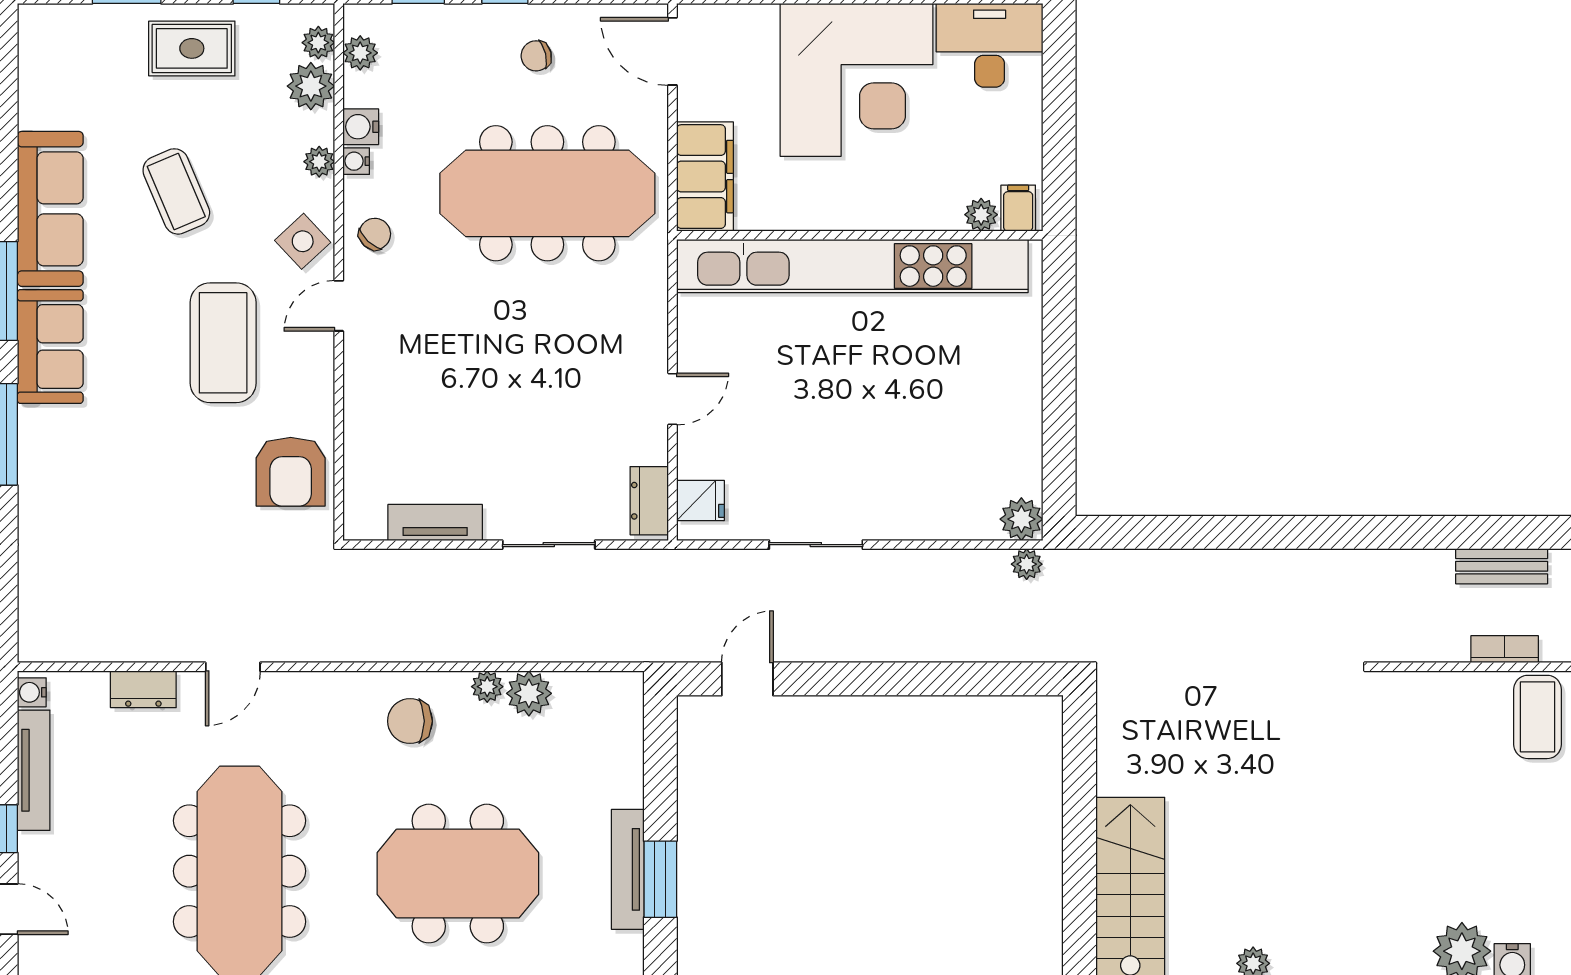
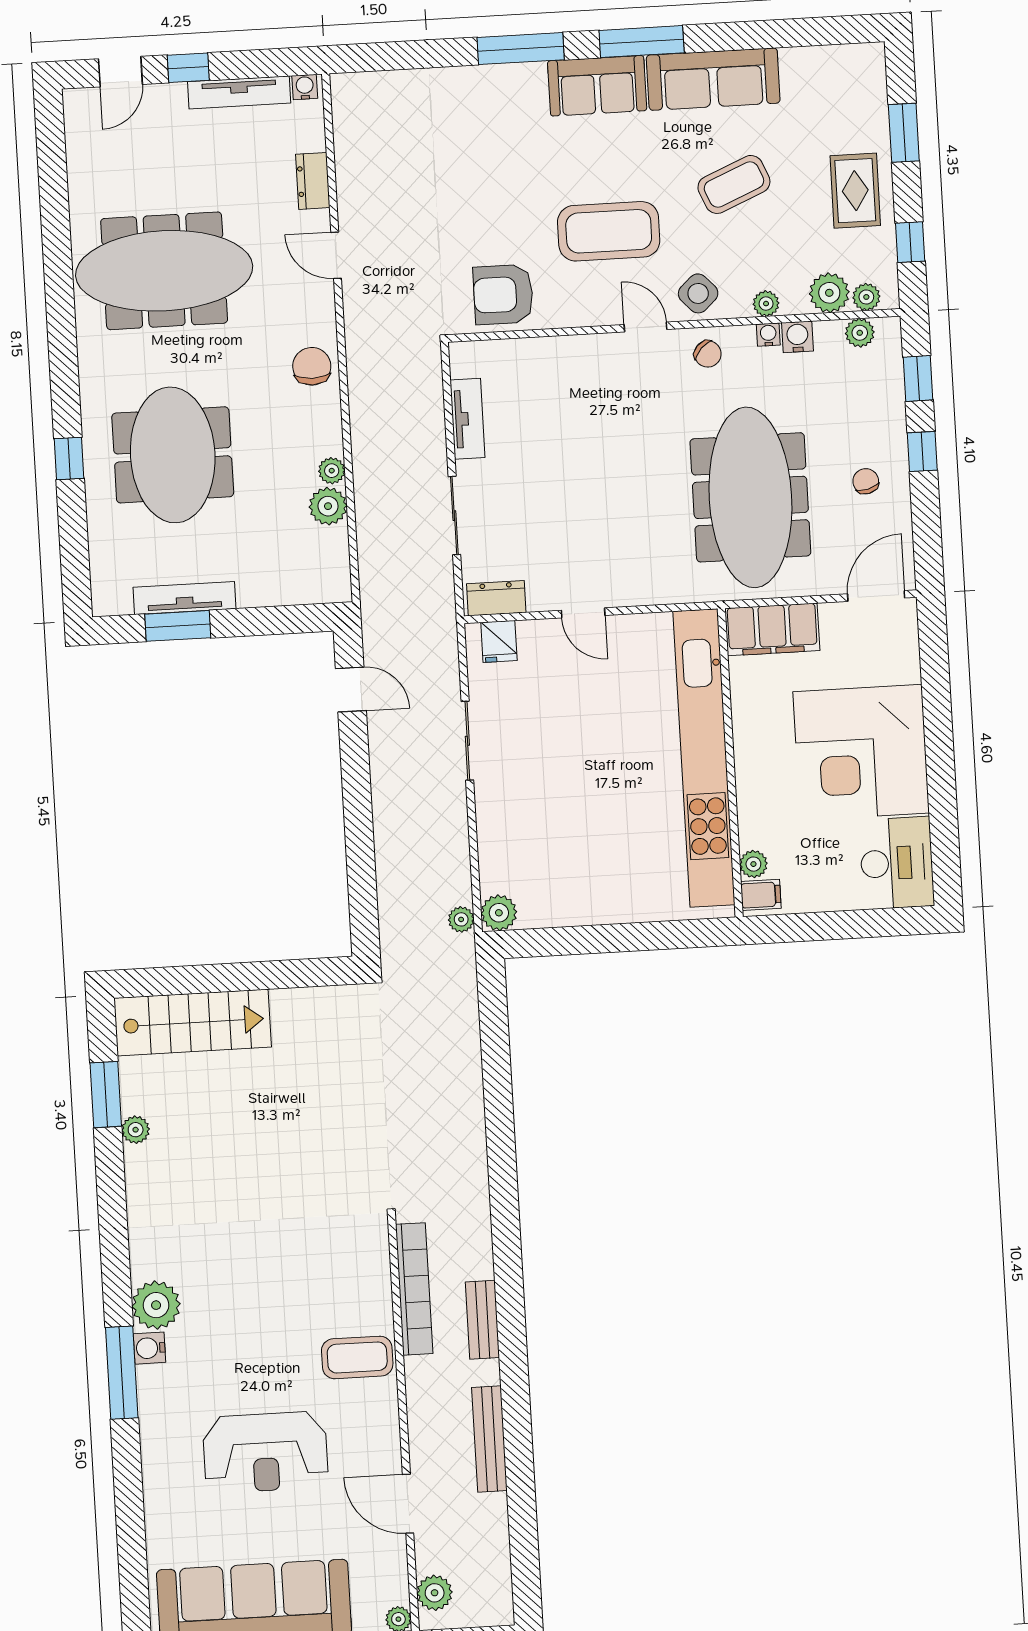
bookcase: (1505, 649) -> (414, 1289), width x2.31, depth x1.31
chair: (410, 721) -> (312, 366), moved

